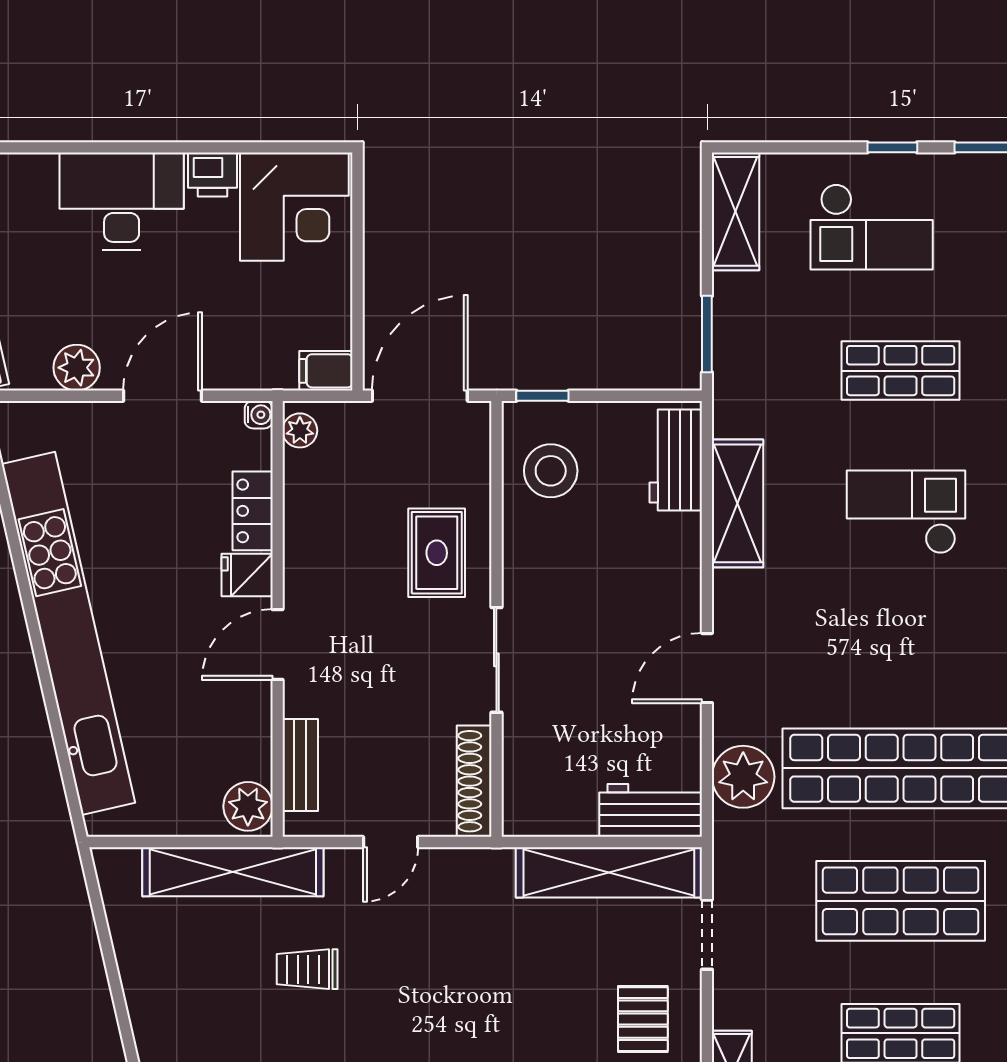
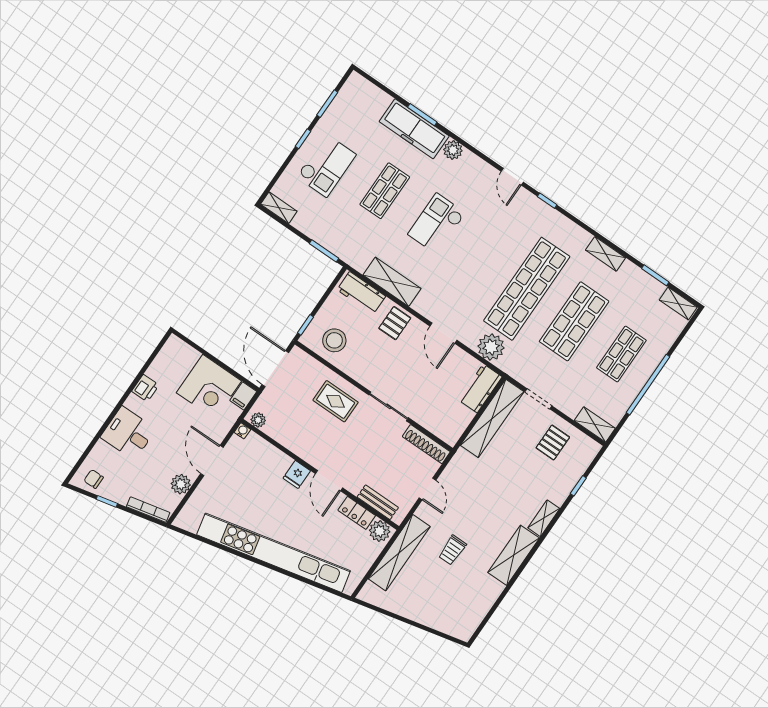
desk: (122, 201) -> (128, 433), width x0.73
corner desk: (294, 207) -> (209, 387), moved, turned 90
shelving: (736, 211) -> (279, 208), width x0.67, depth x0.75
locker: (253, 511) -> (357, 513), moved
pallet: (663, 563) -> (395, 323), added
pallet: (643, 1019) -> (553, 442), turned 90

